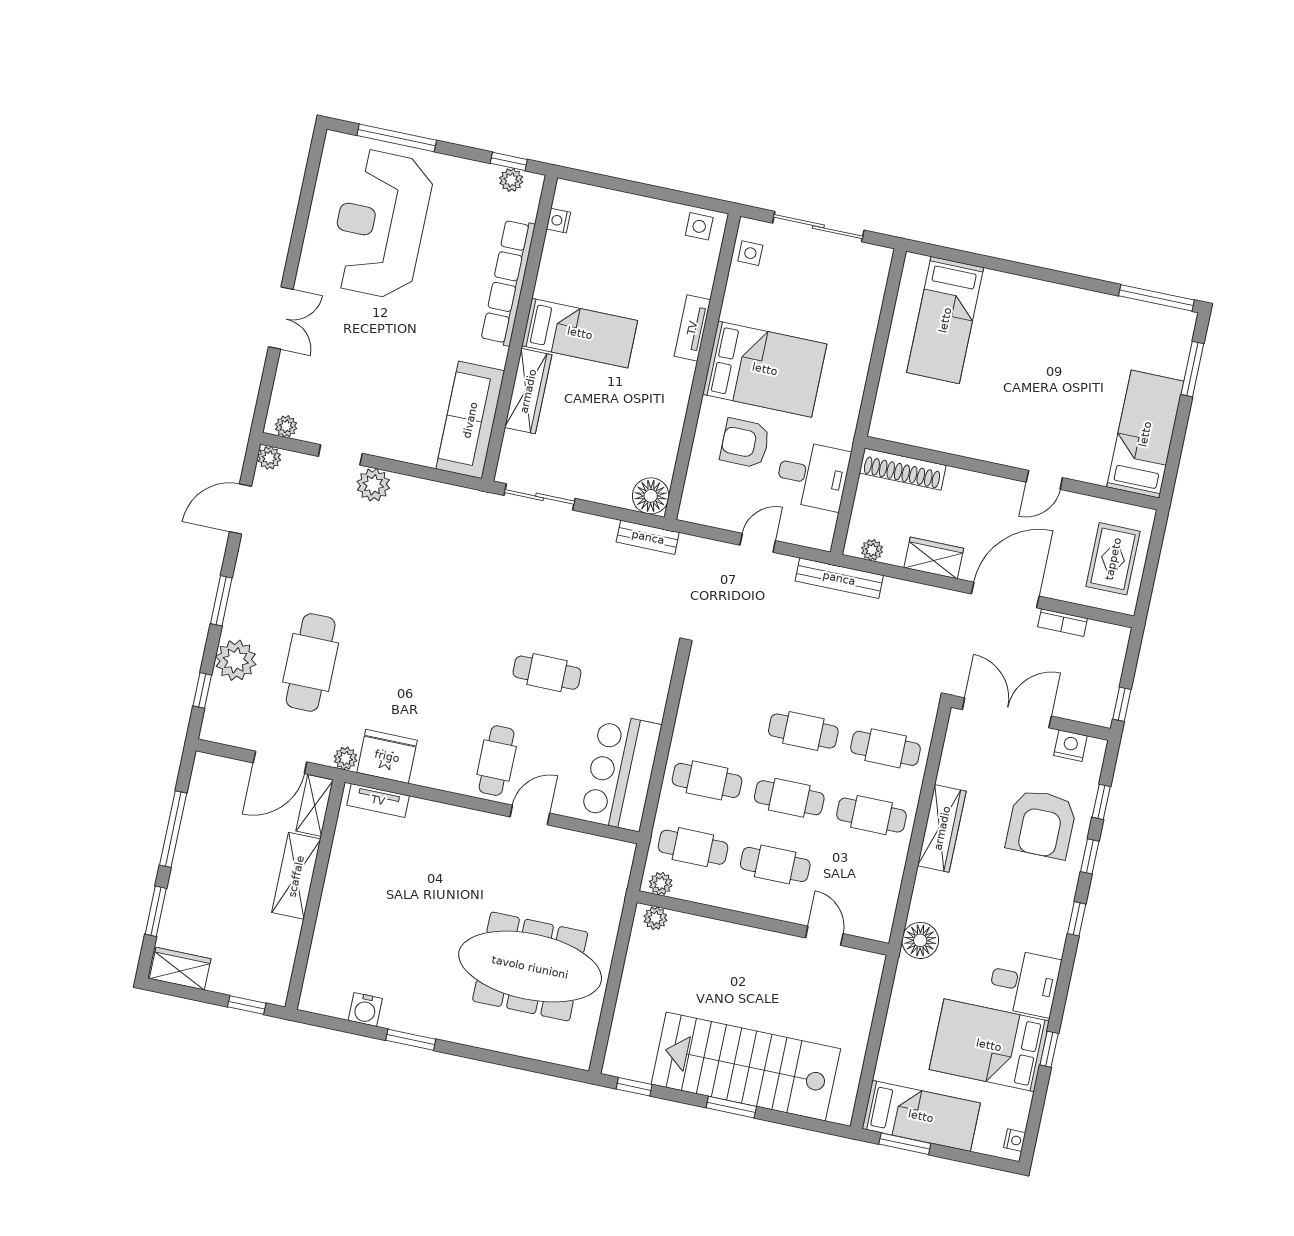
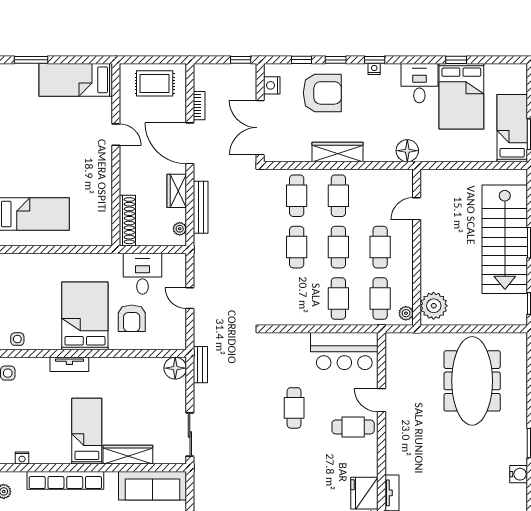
bench: (839, 578) -> (201, 207), moved
plant: (655, 918) -> (434, 306), width x1.87, depth x1.87
nightstand: (1015, 1140) -> (374, 69), moved

